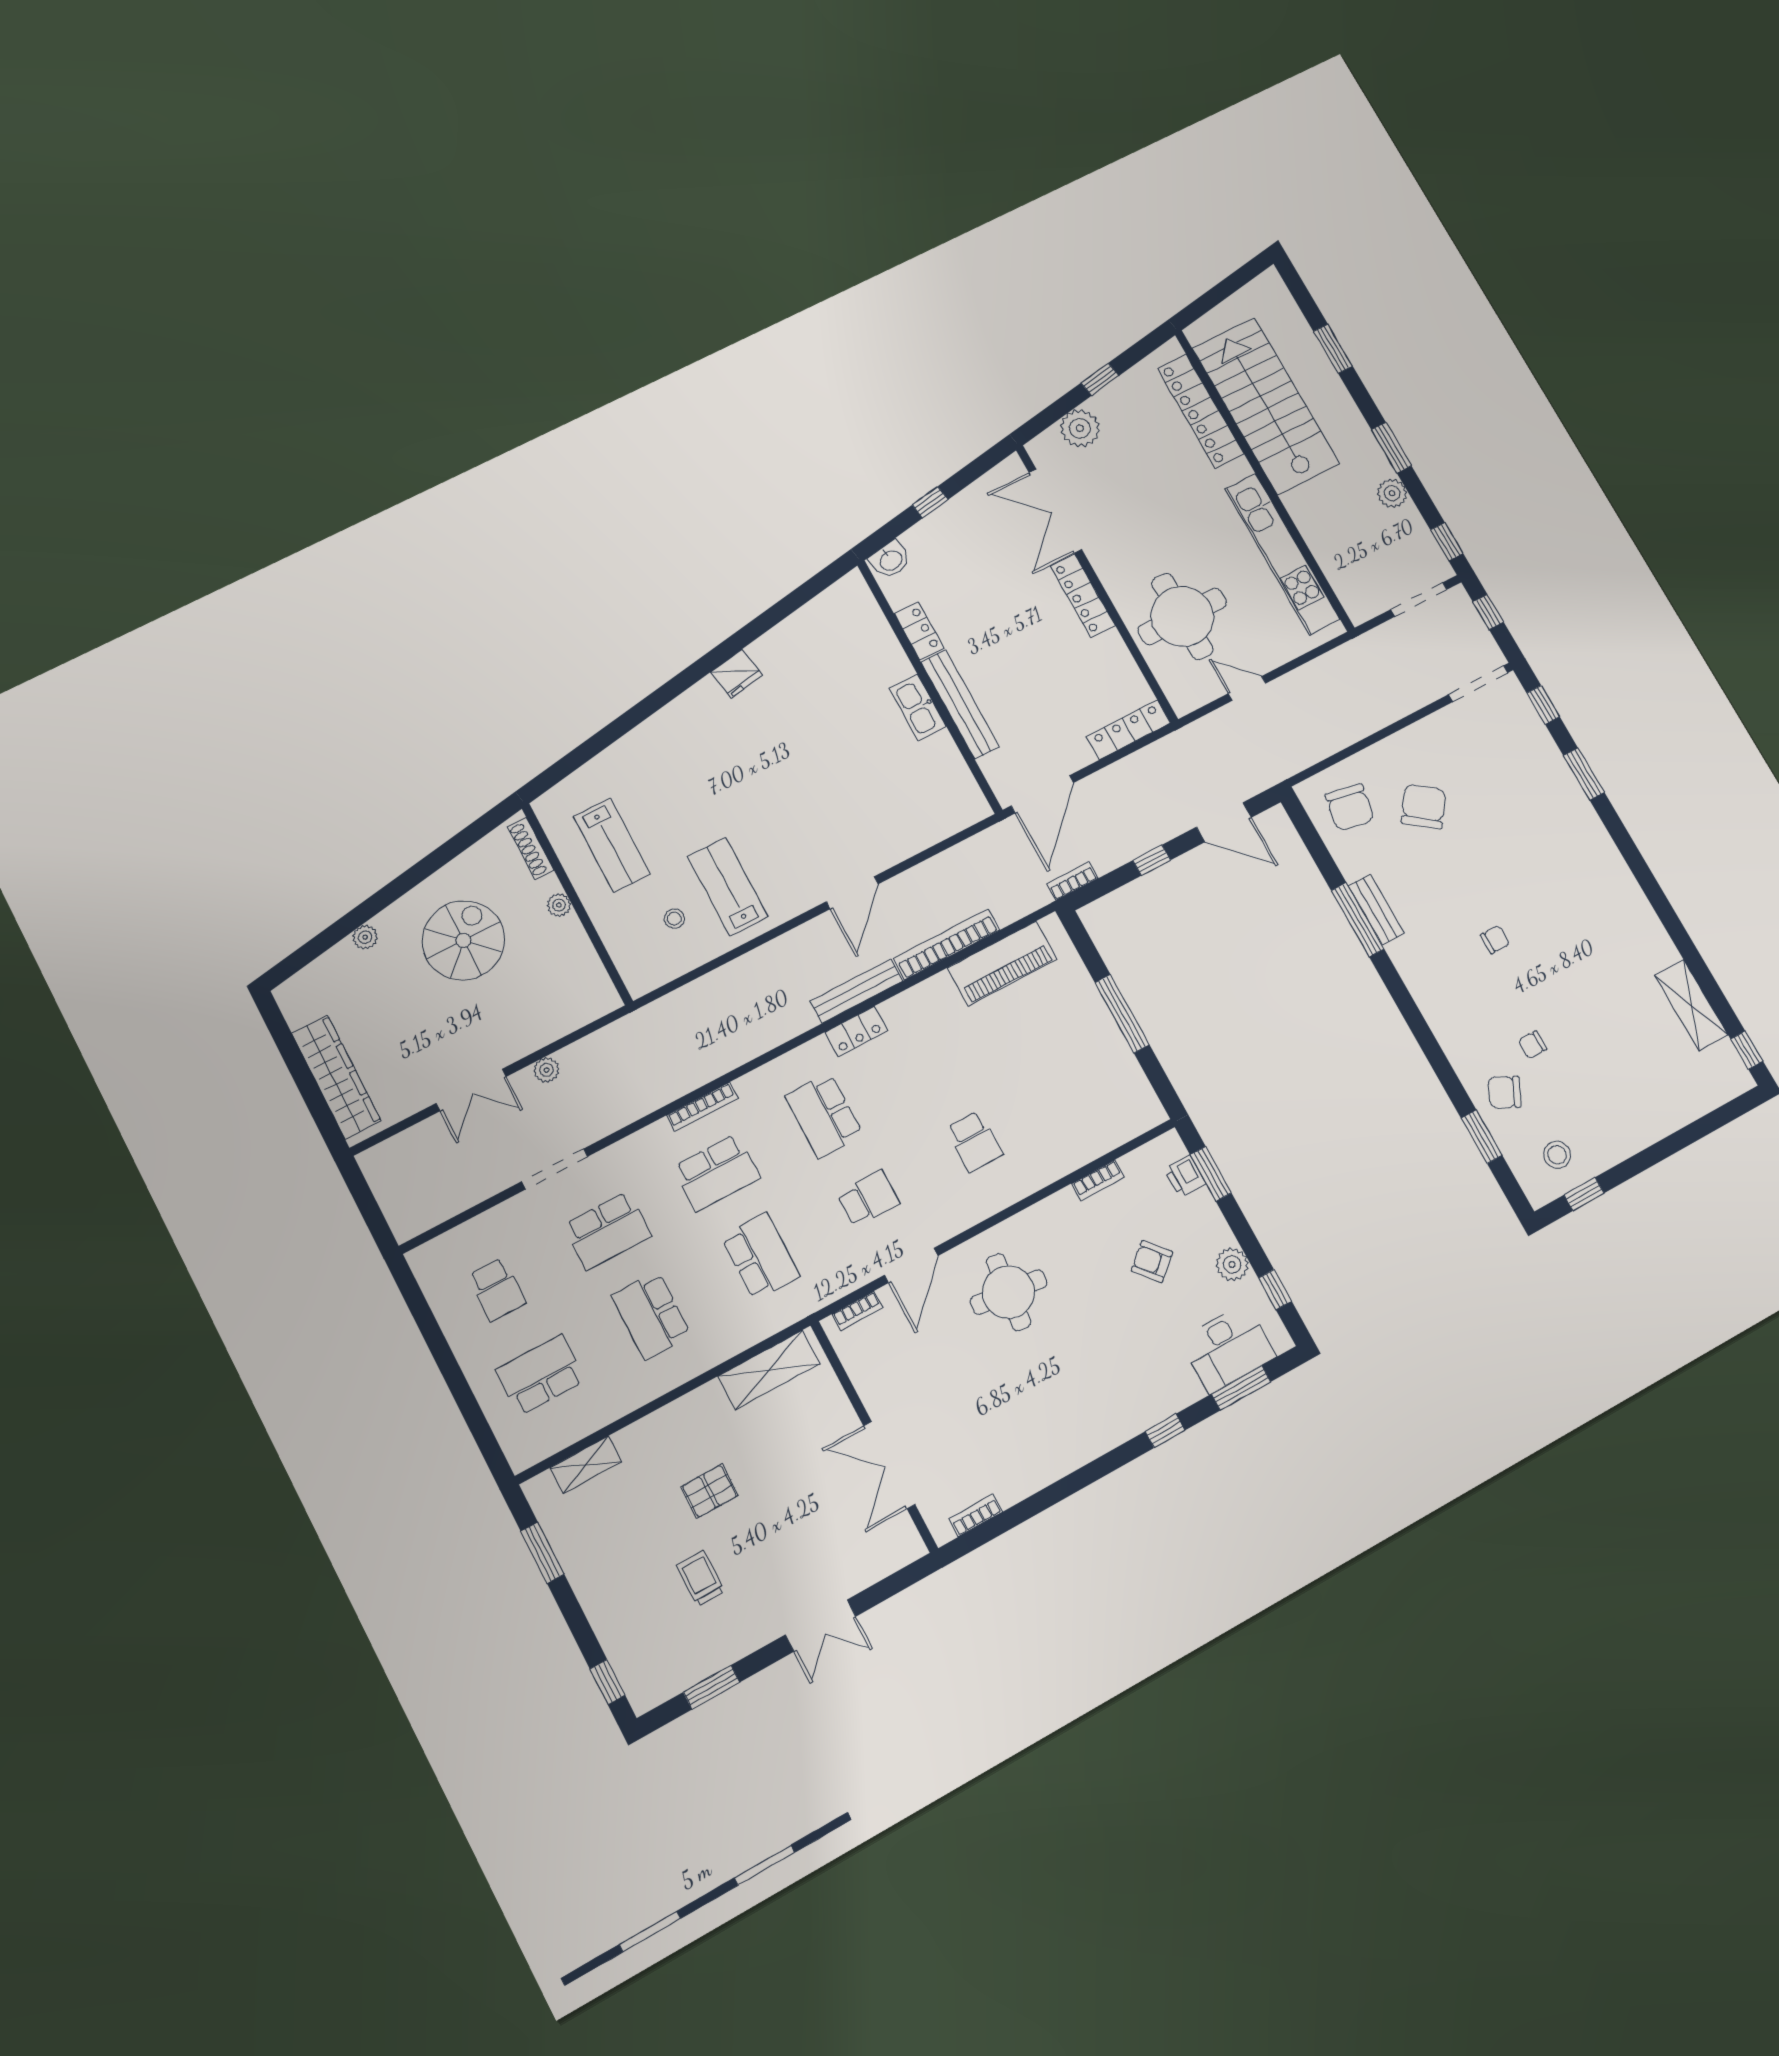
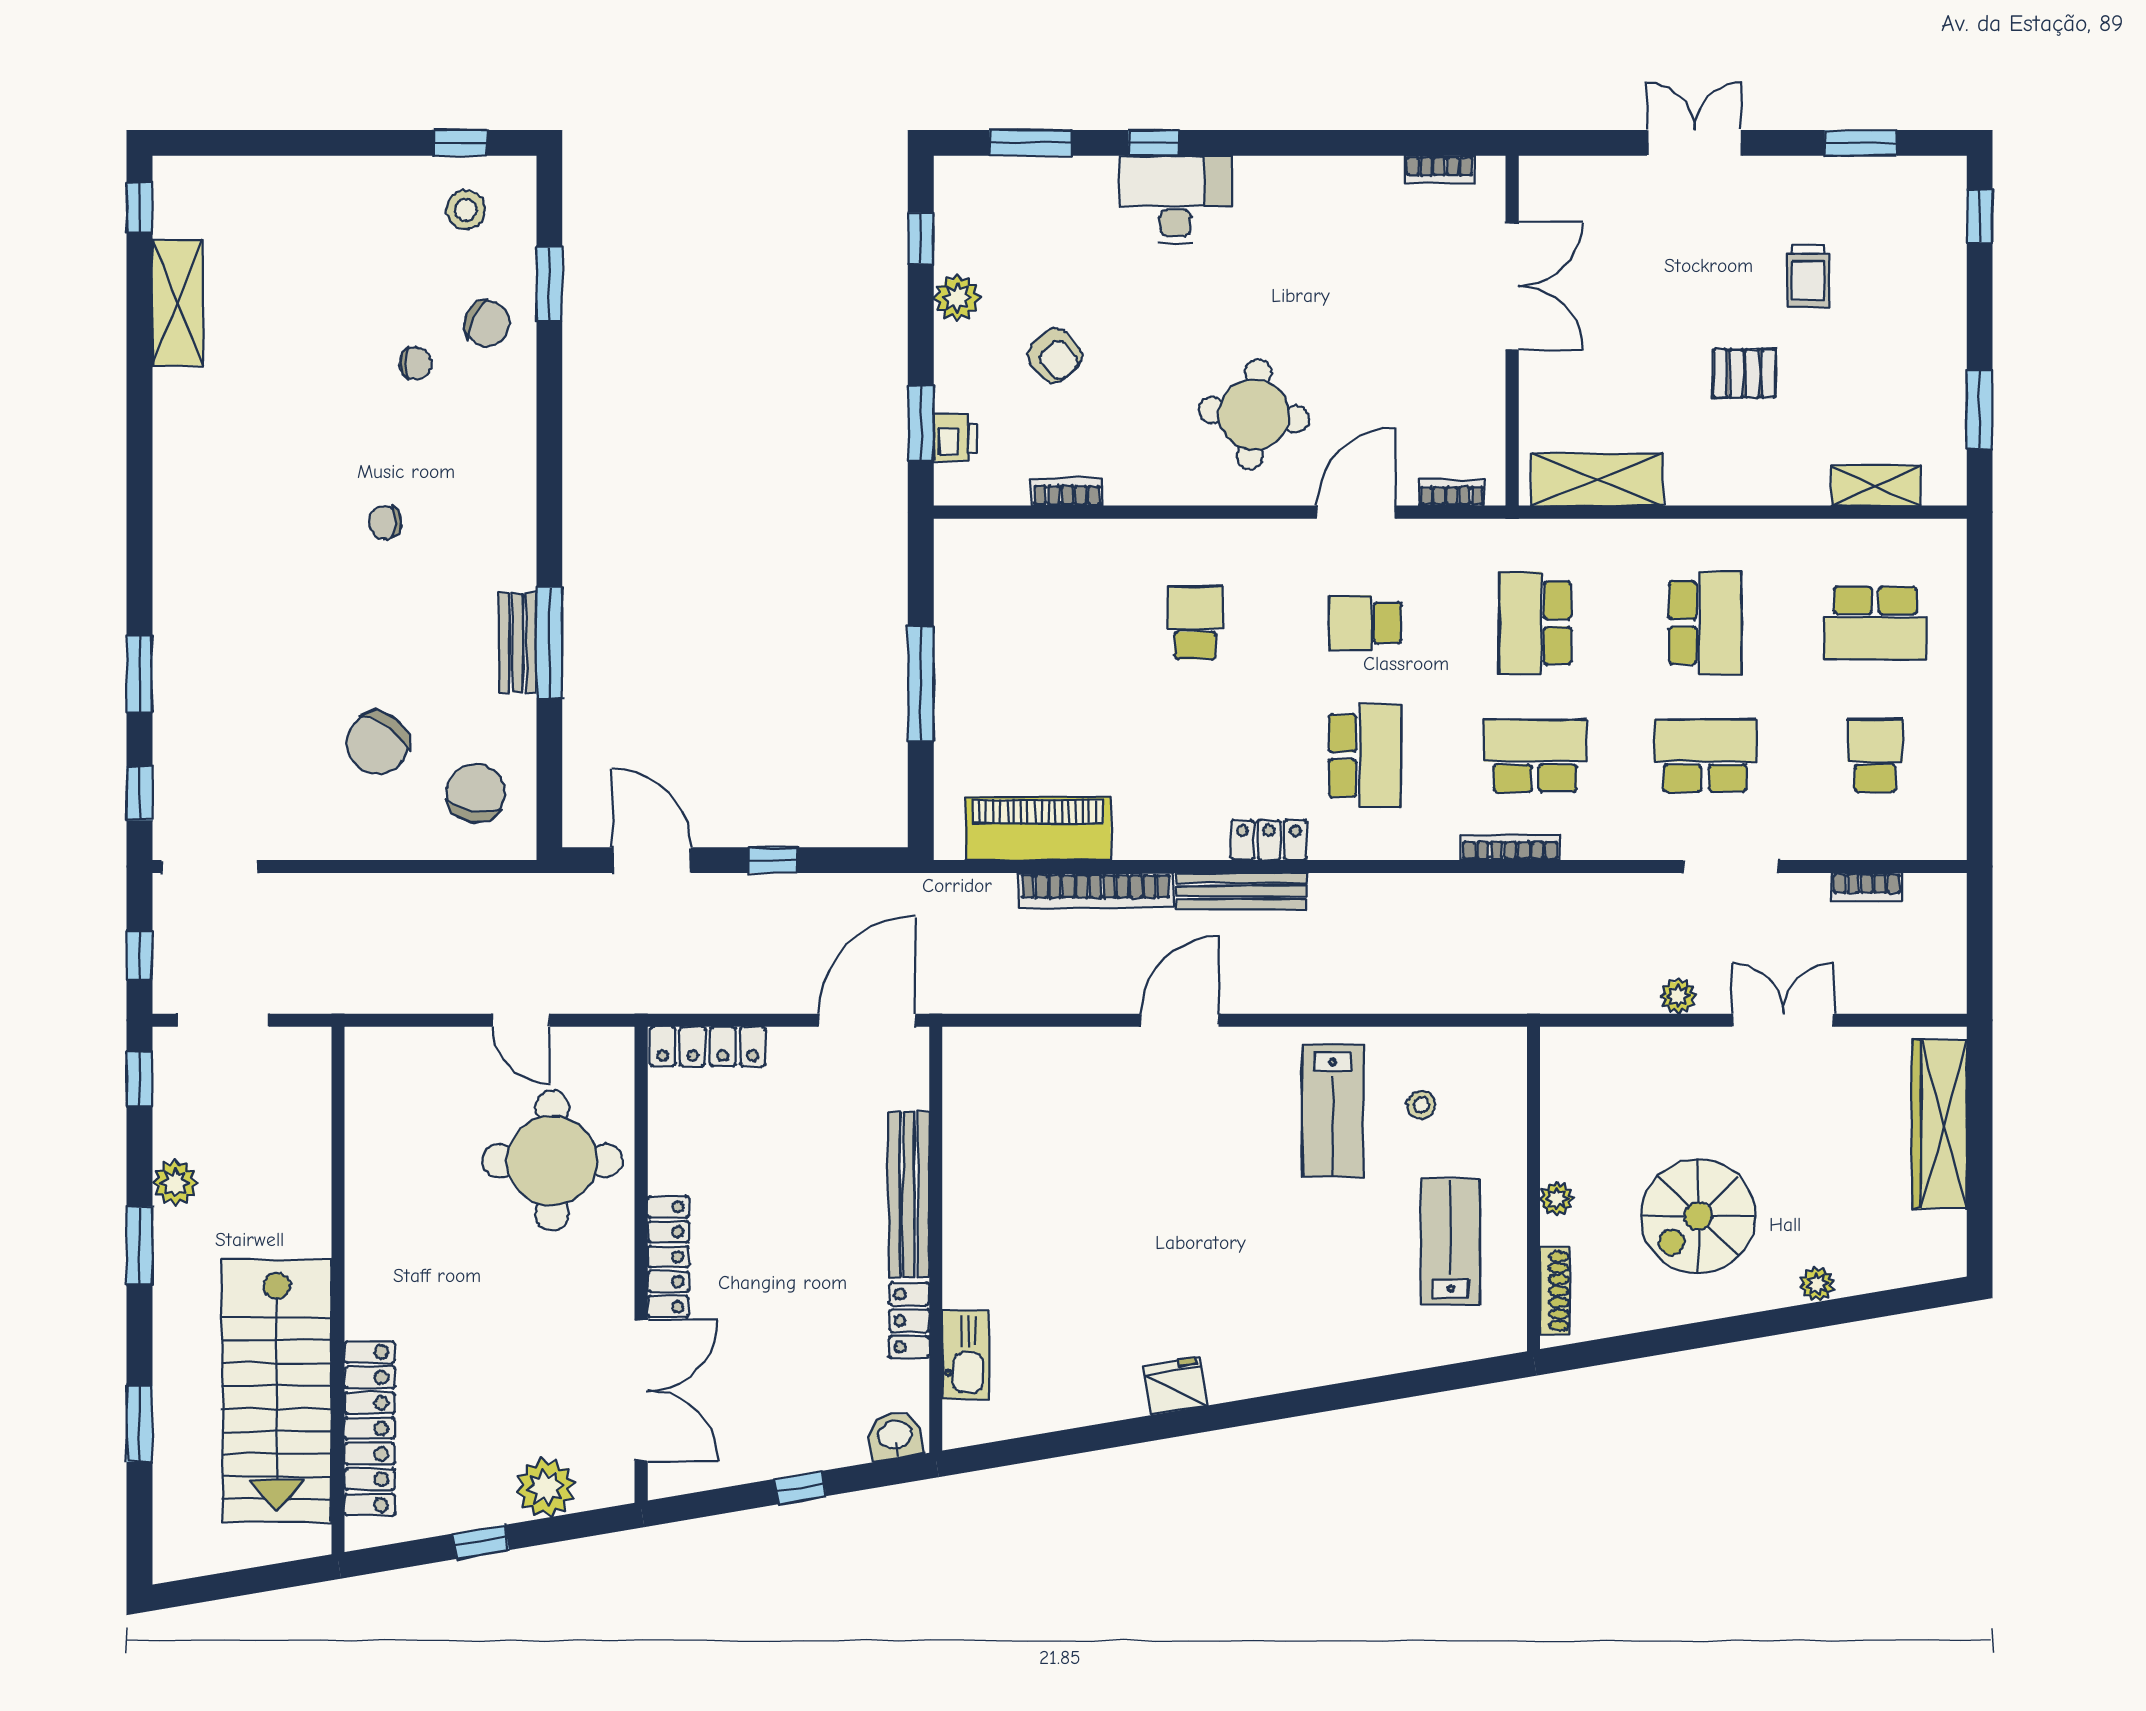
kitchen unit: (1282, 554) -> (371, 1176), removed
kitchen sink: (918, 707) -> (966, 1355), moved
bookcase: (1072, 881) -> (1867, 887), moved
desk: (1228, 1348) -> (1175, 199), moved

